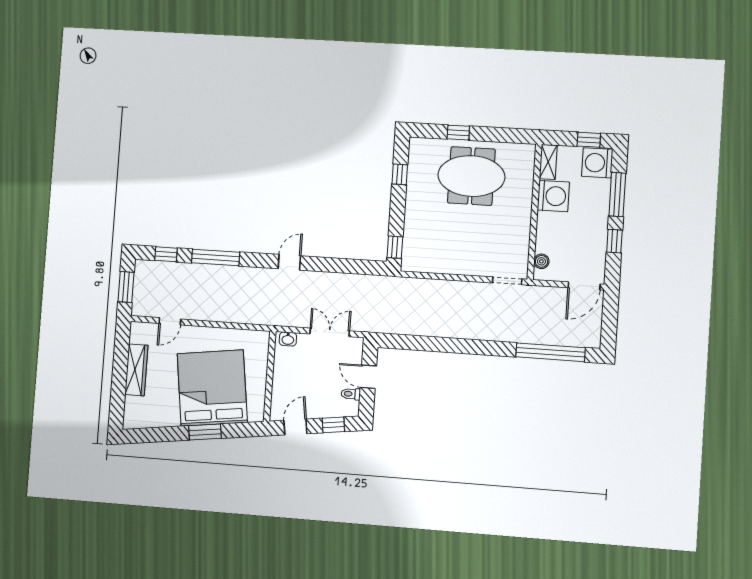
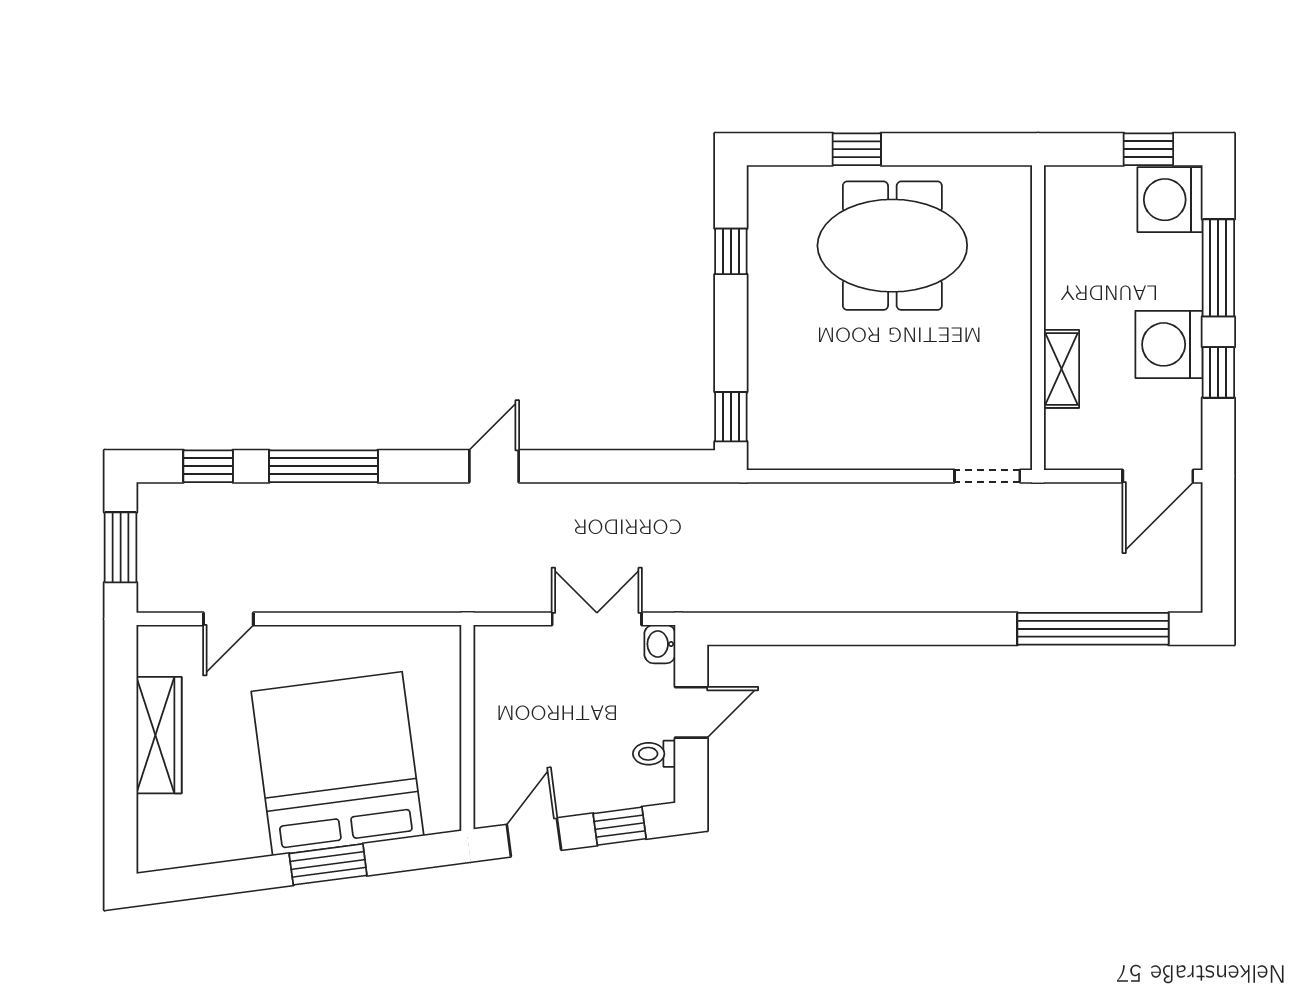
shelving: (548, 162) -> (1062, 369), moved
washing machine: (553, 196) -> (1169, 344), moved, turned 180
boiler: (541, 261) -> (1061, 428), removed
washbasin: (288, 339) -> (660, 644), moved, turned 90
door: (368, 377) -> (691, 712), swing flipped

